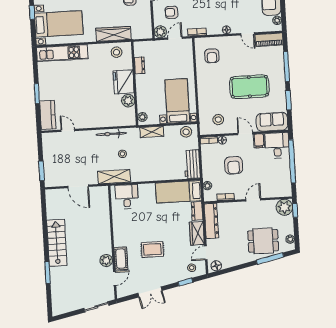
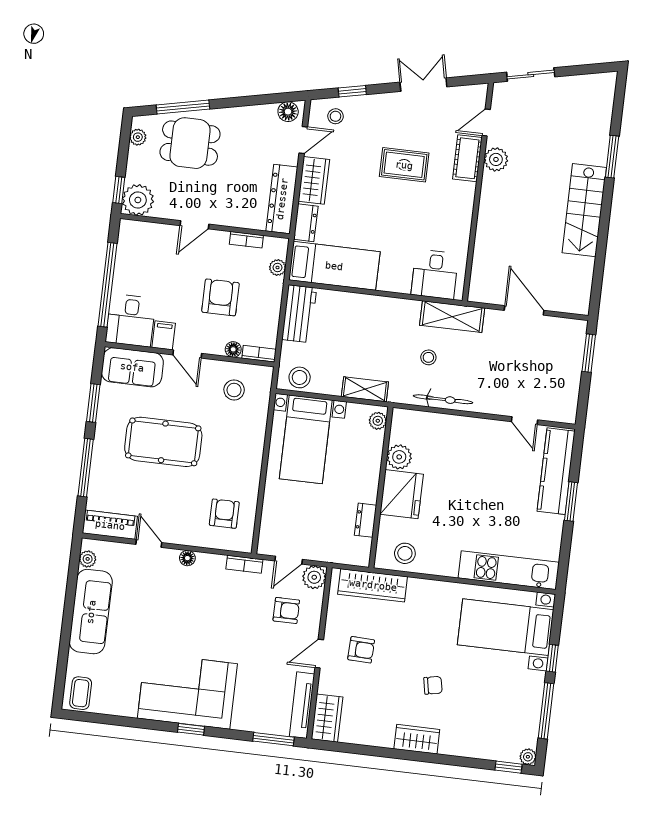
wardrobe: (113, 34) -> (373, 585), moved
kitchen counter: (48, 115) -> (556, 471), width x1.50

